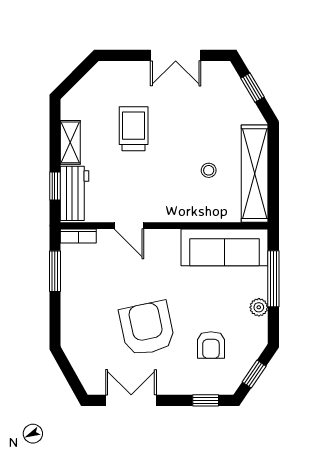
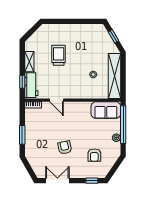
double door: (176, 55) -> (78, 21), removed
sofa: (225, 247) -> (106, 110), width x0.73
window: (55, 271) -> (22, 135), moved
window: (273, 279) -> (123, 125), width x1.46
armchair: (147, 328) -> (65, 147), width x0.53, depth x0.53
window: (254, 374) -> (114, 169), removed

